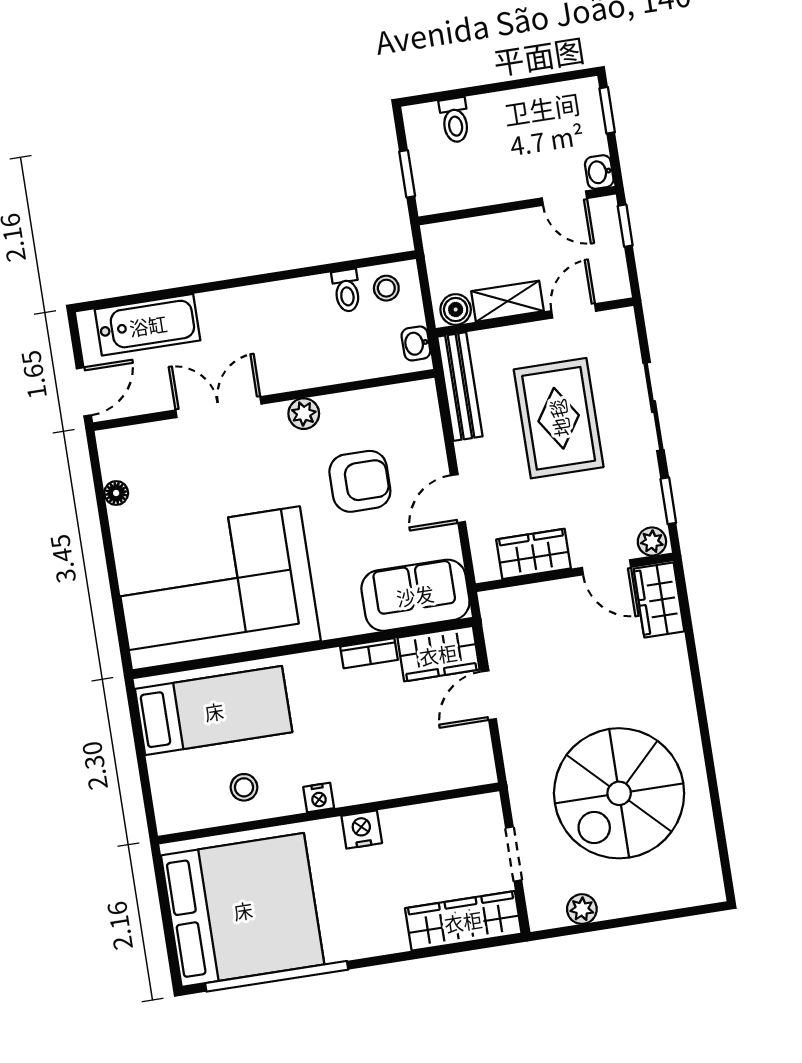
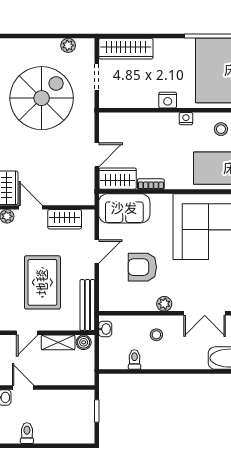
toilet: (455, 120) -> (27, 433), moved
stool: (386, 288) -> (156, 335), moved

